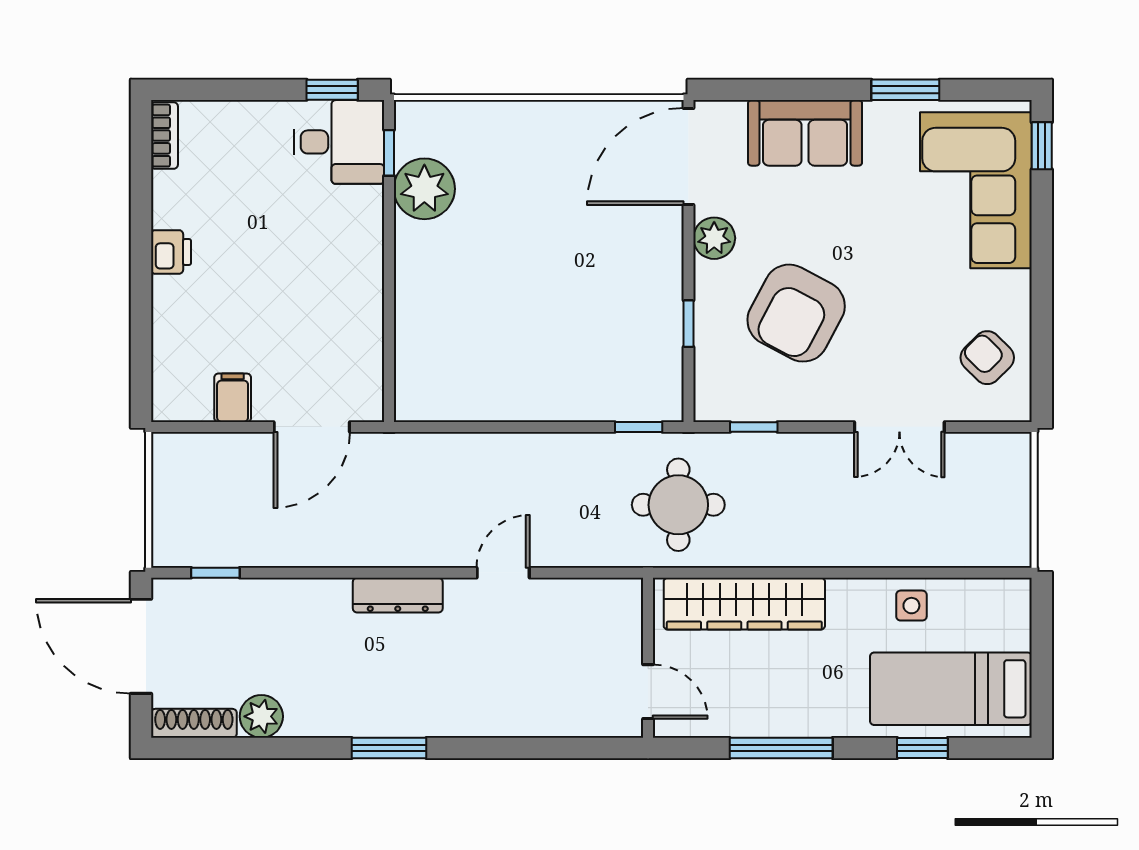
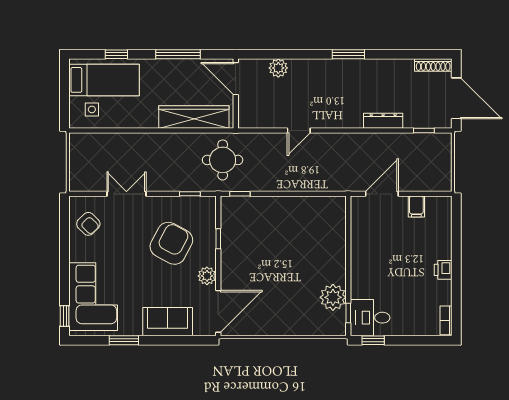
dresser: (398, 595) -> (383, 121), moved
side table: (911, 606) -> (92, 109), moved
door: (648, 692) -> (236, 79), width x1.38
plant: (261, 716) -> (278, 68), moved

